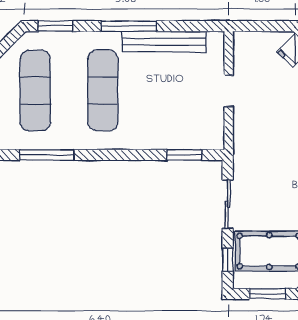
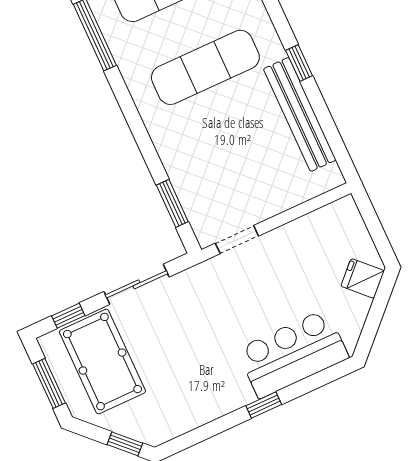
window: (129, 26) -> (299, 63), width x0.46
doorway: (229, 91) -> (237, 240), moved

